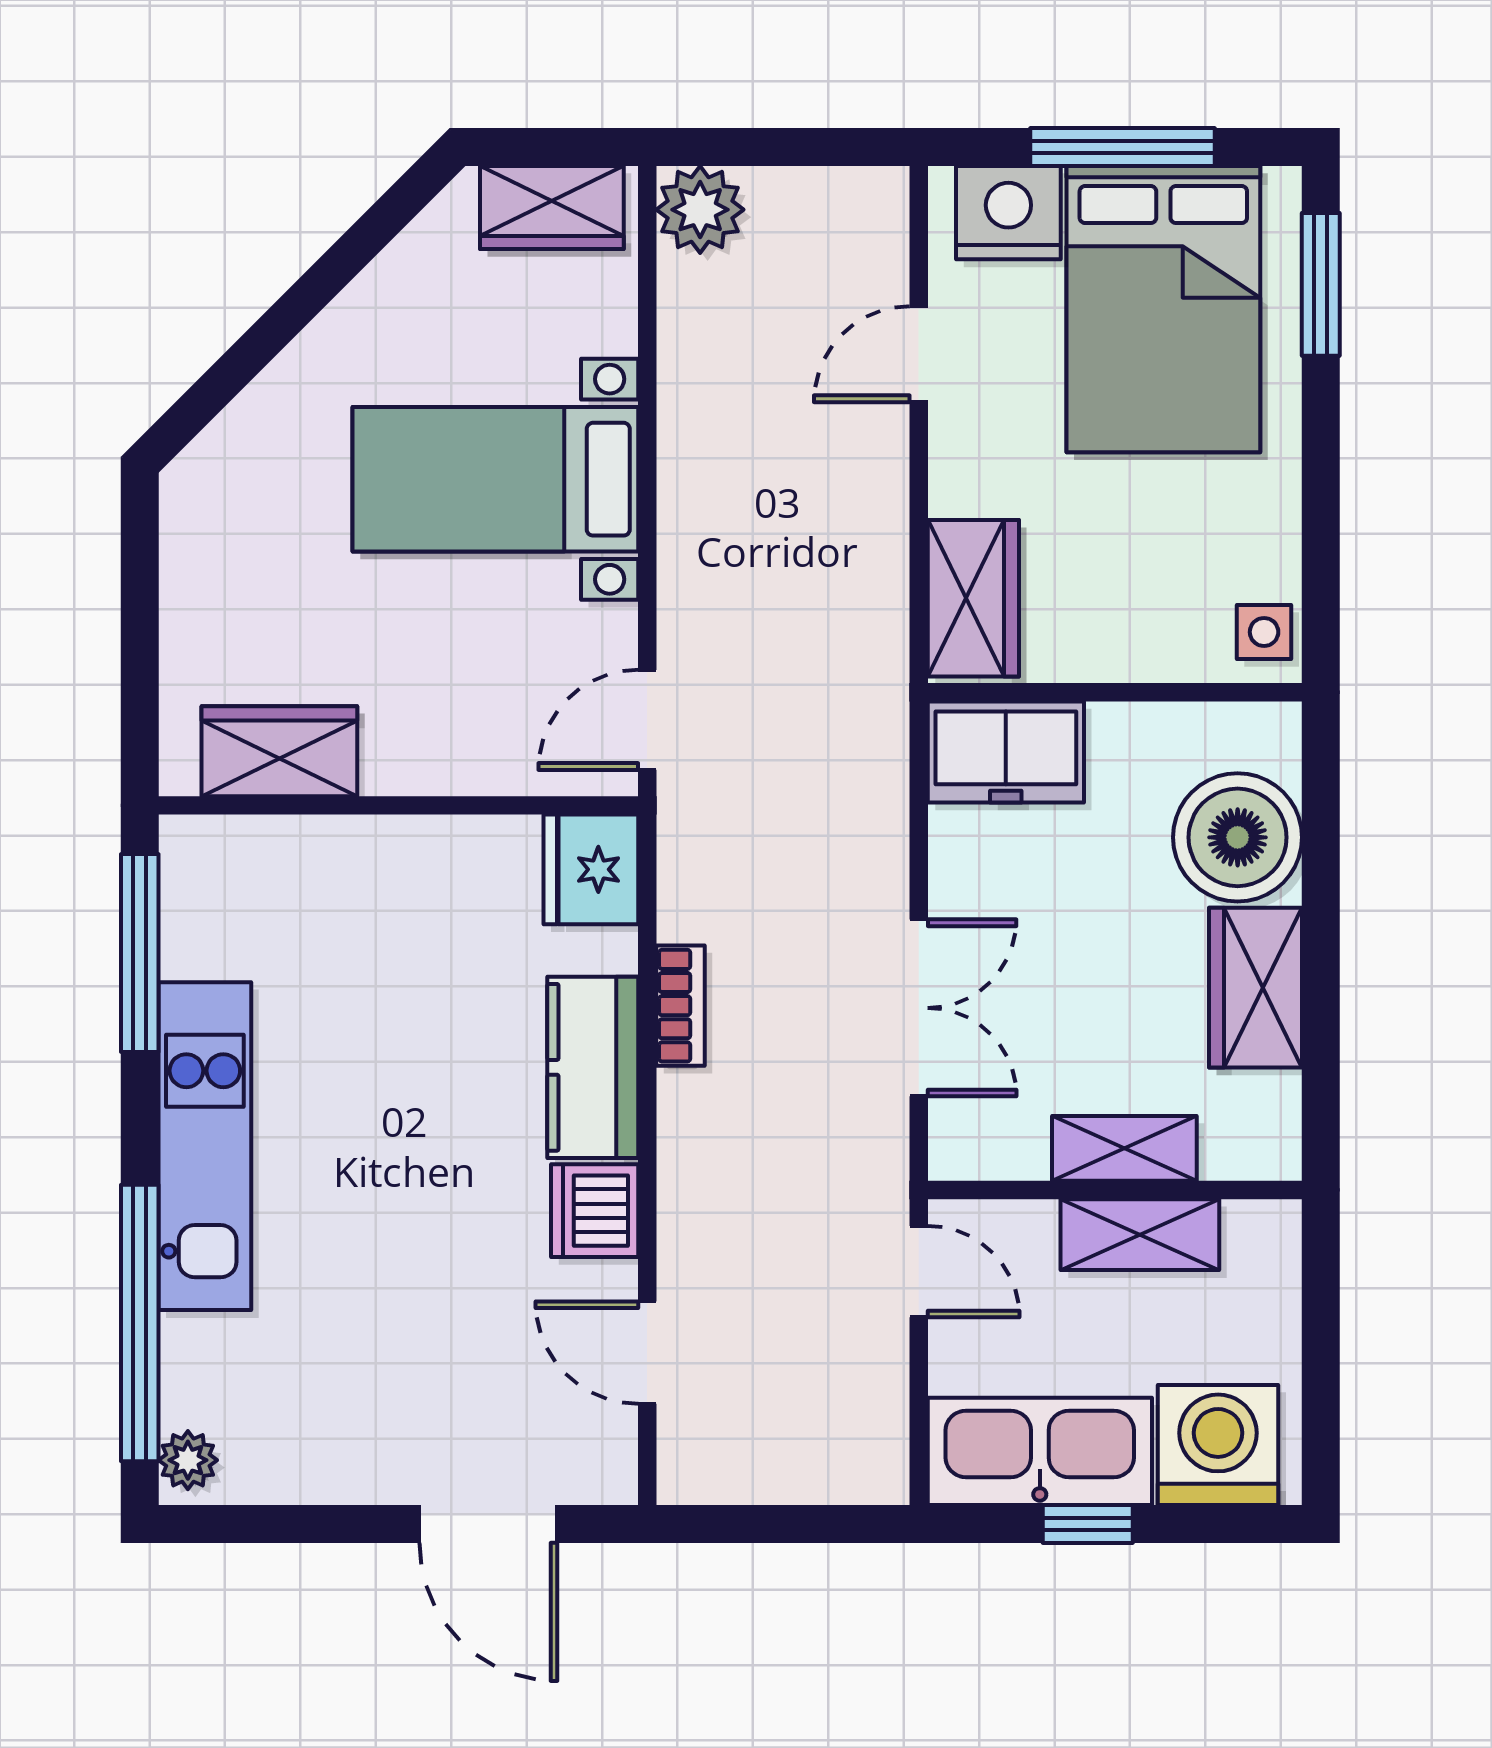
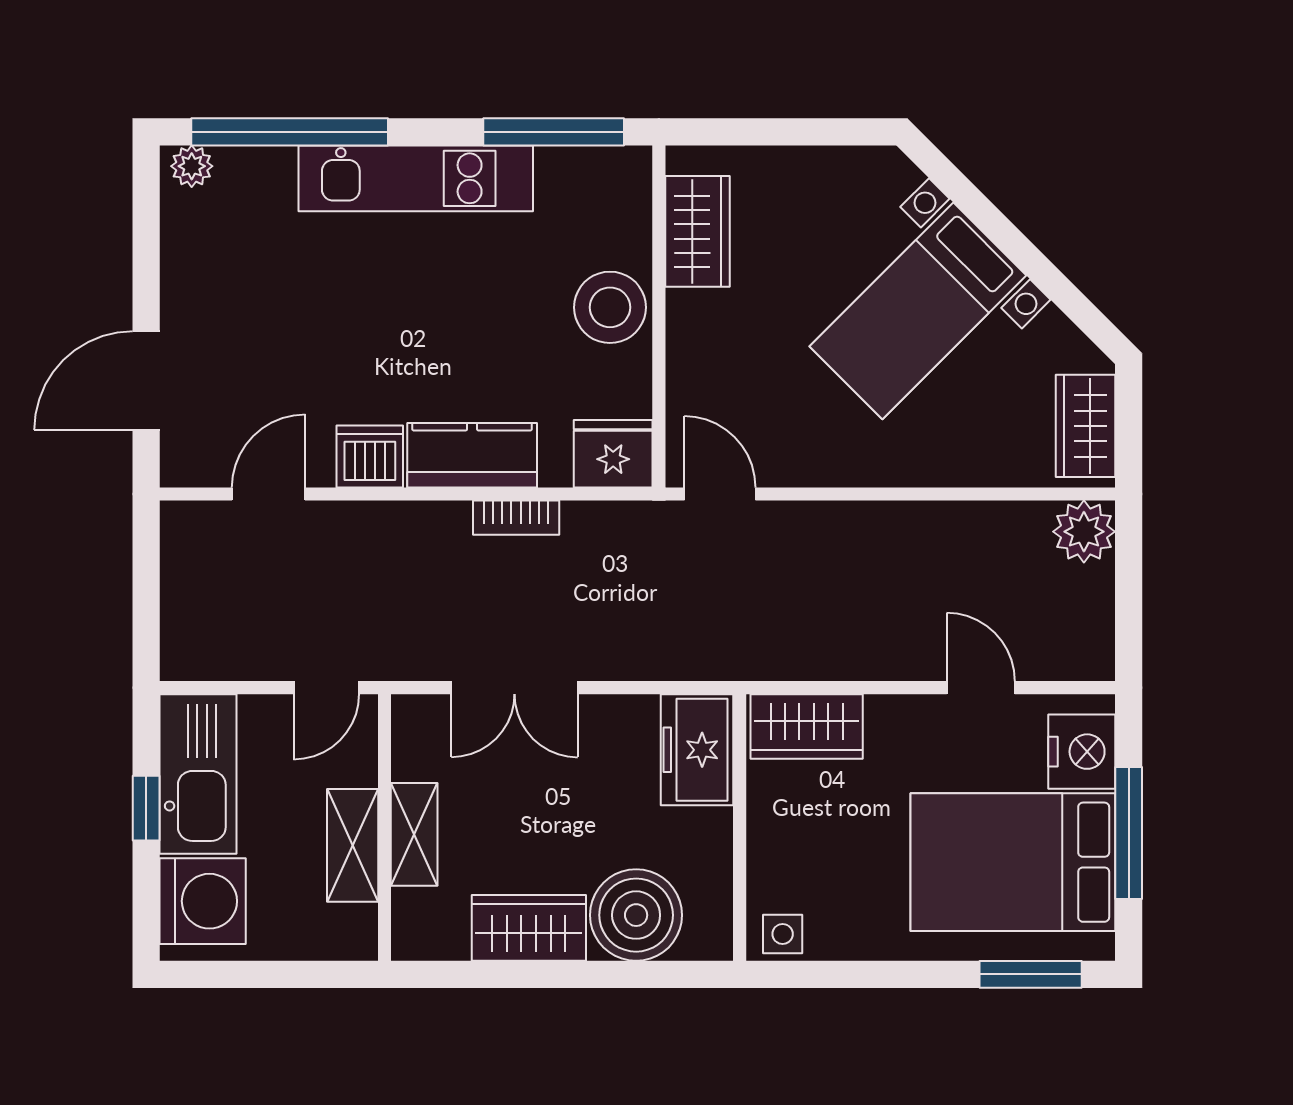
bed with nightstands: (495, 479) -> (918, 311), moved, turned -135
stool: (386, 874) -> (610, 307), added

